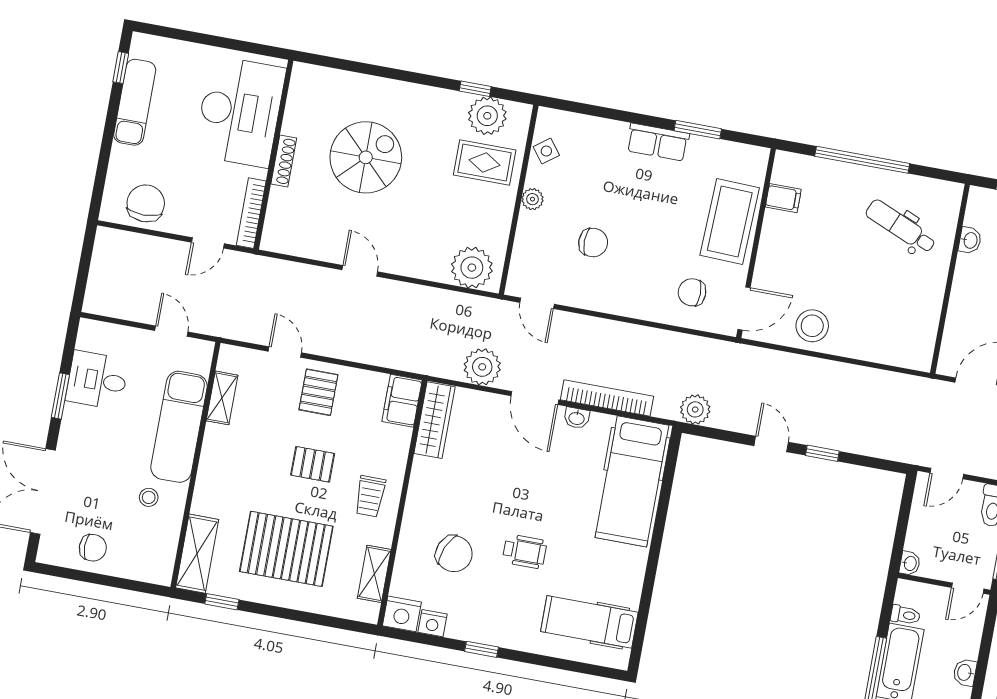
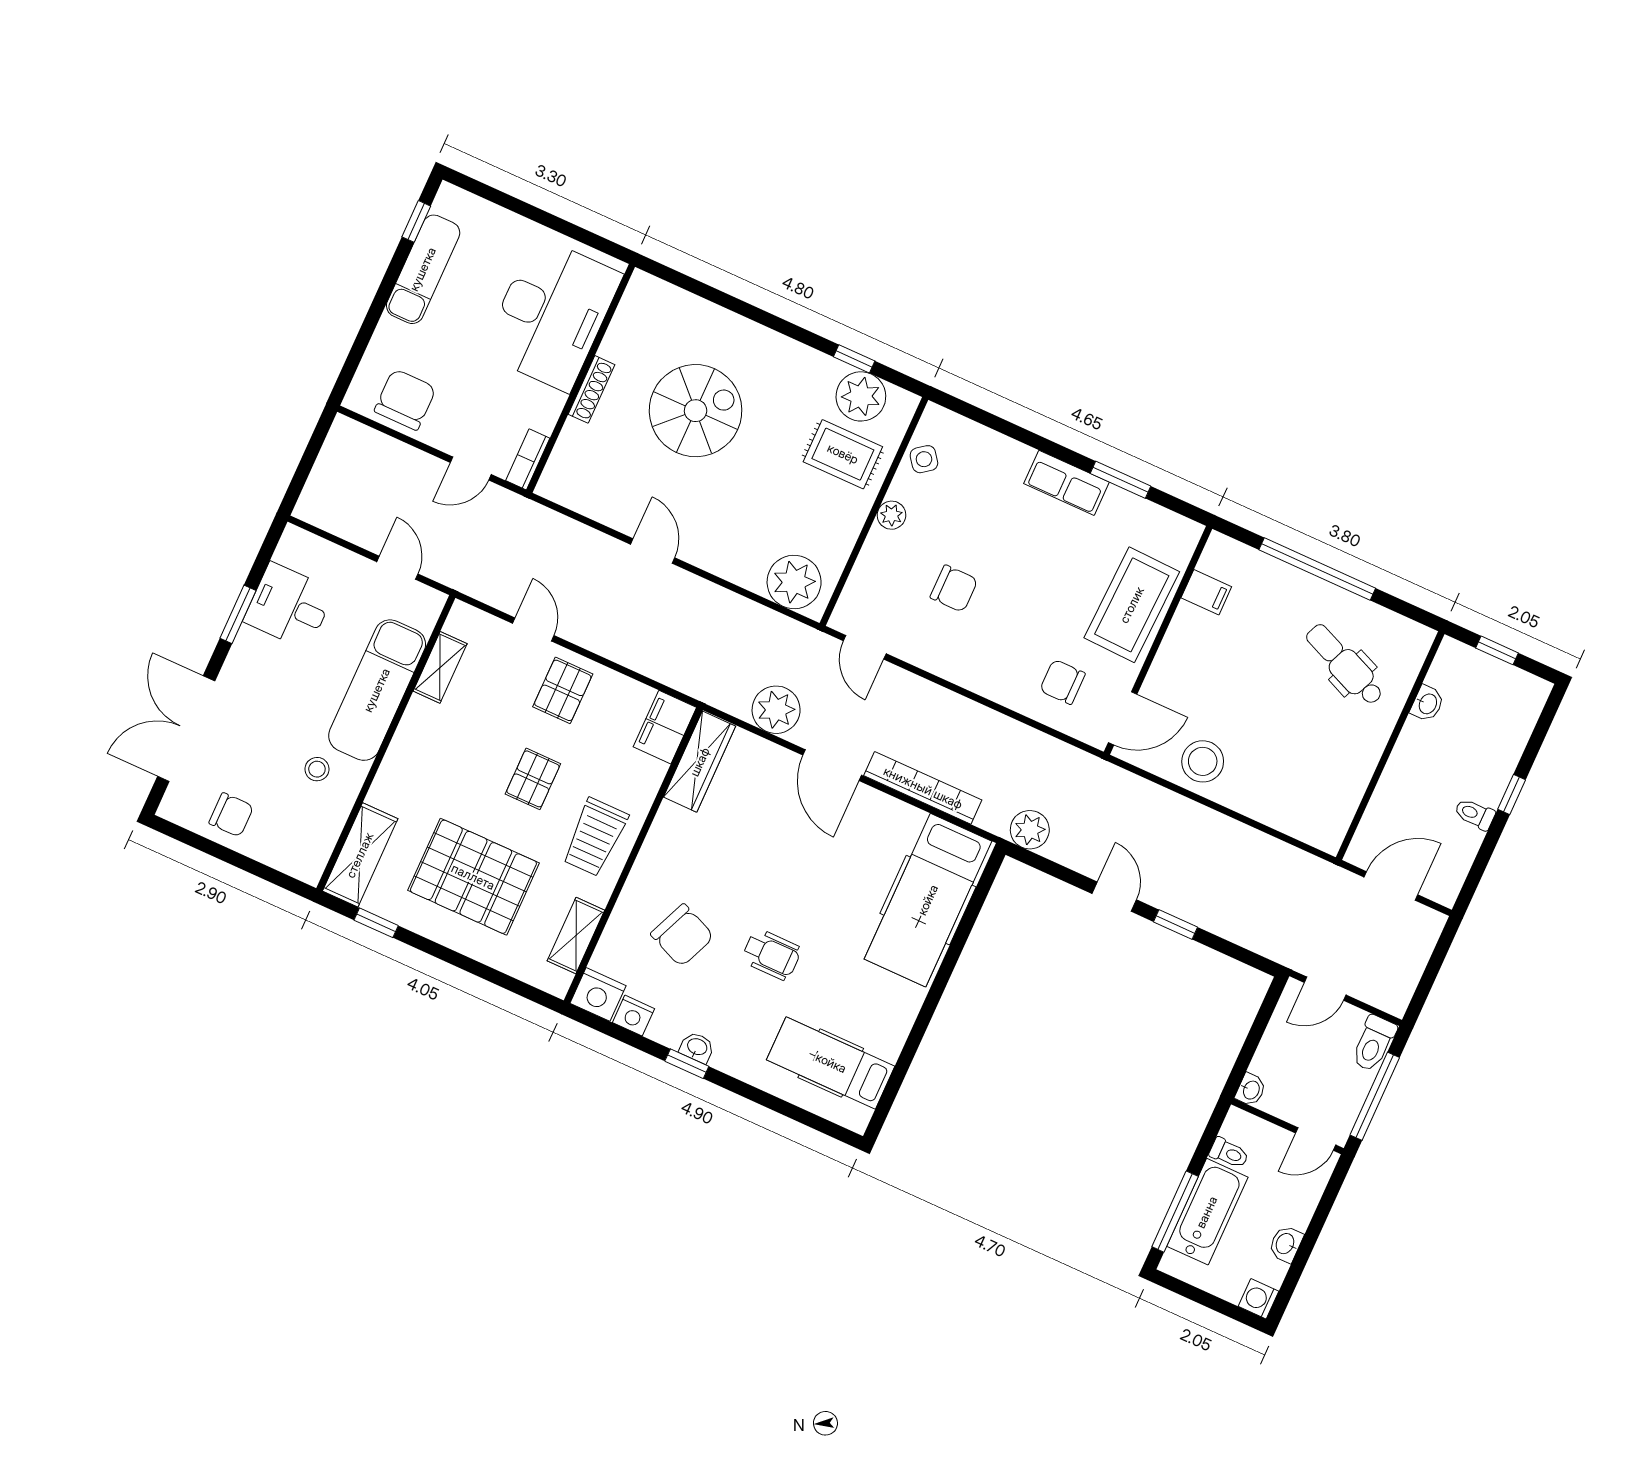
bookcase: (251, 213) -> (528, 459), width x0.64
washbasin: (577, 418) -> (697, 1047), moved, turned 180
pallet: (313, 464) -> (533, 779), turned 90
trolley: (370, 496) -> (595, 837), width x1.36, depth x1.39

